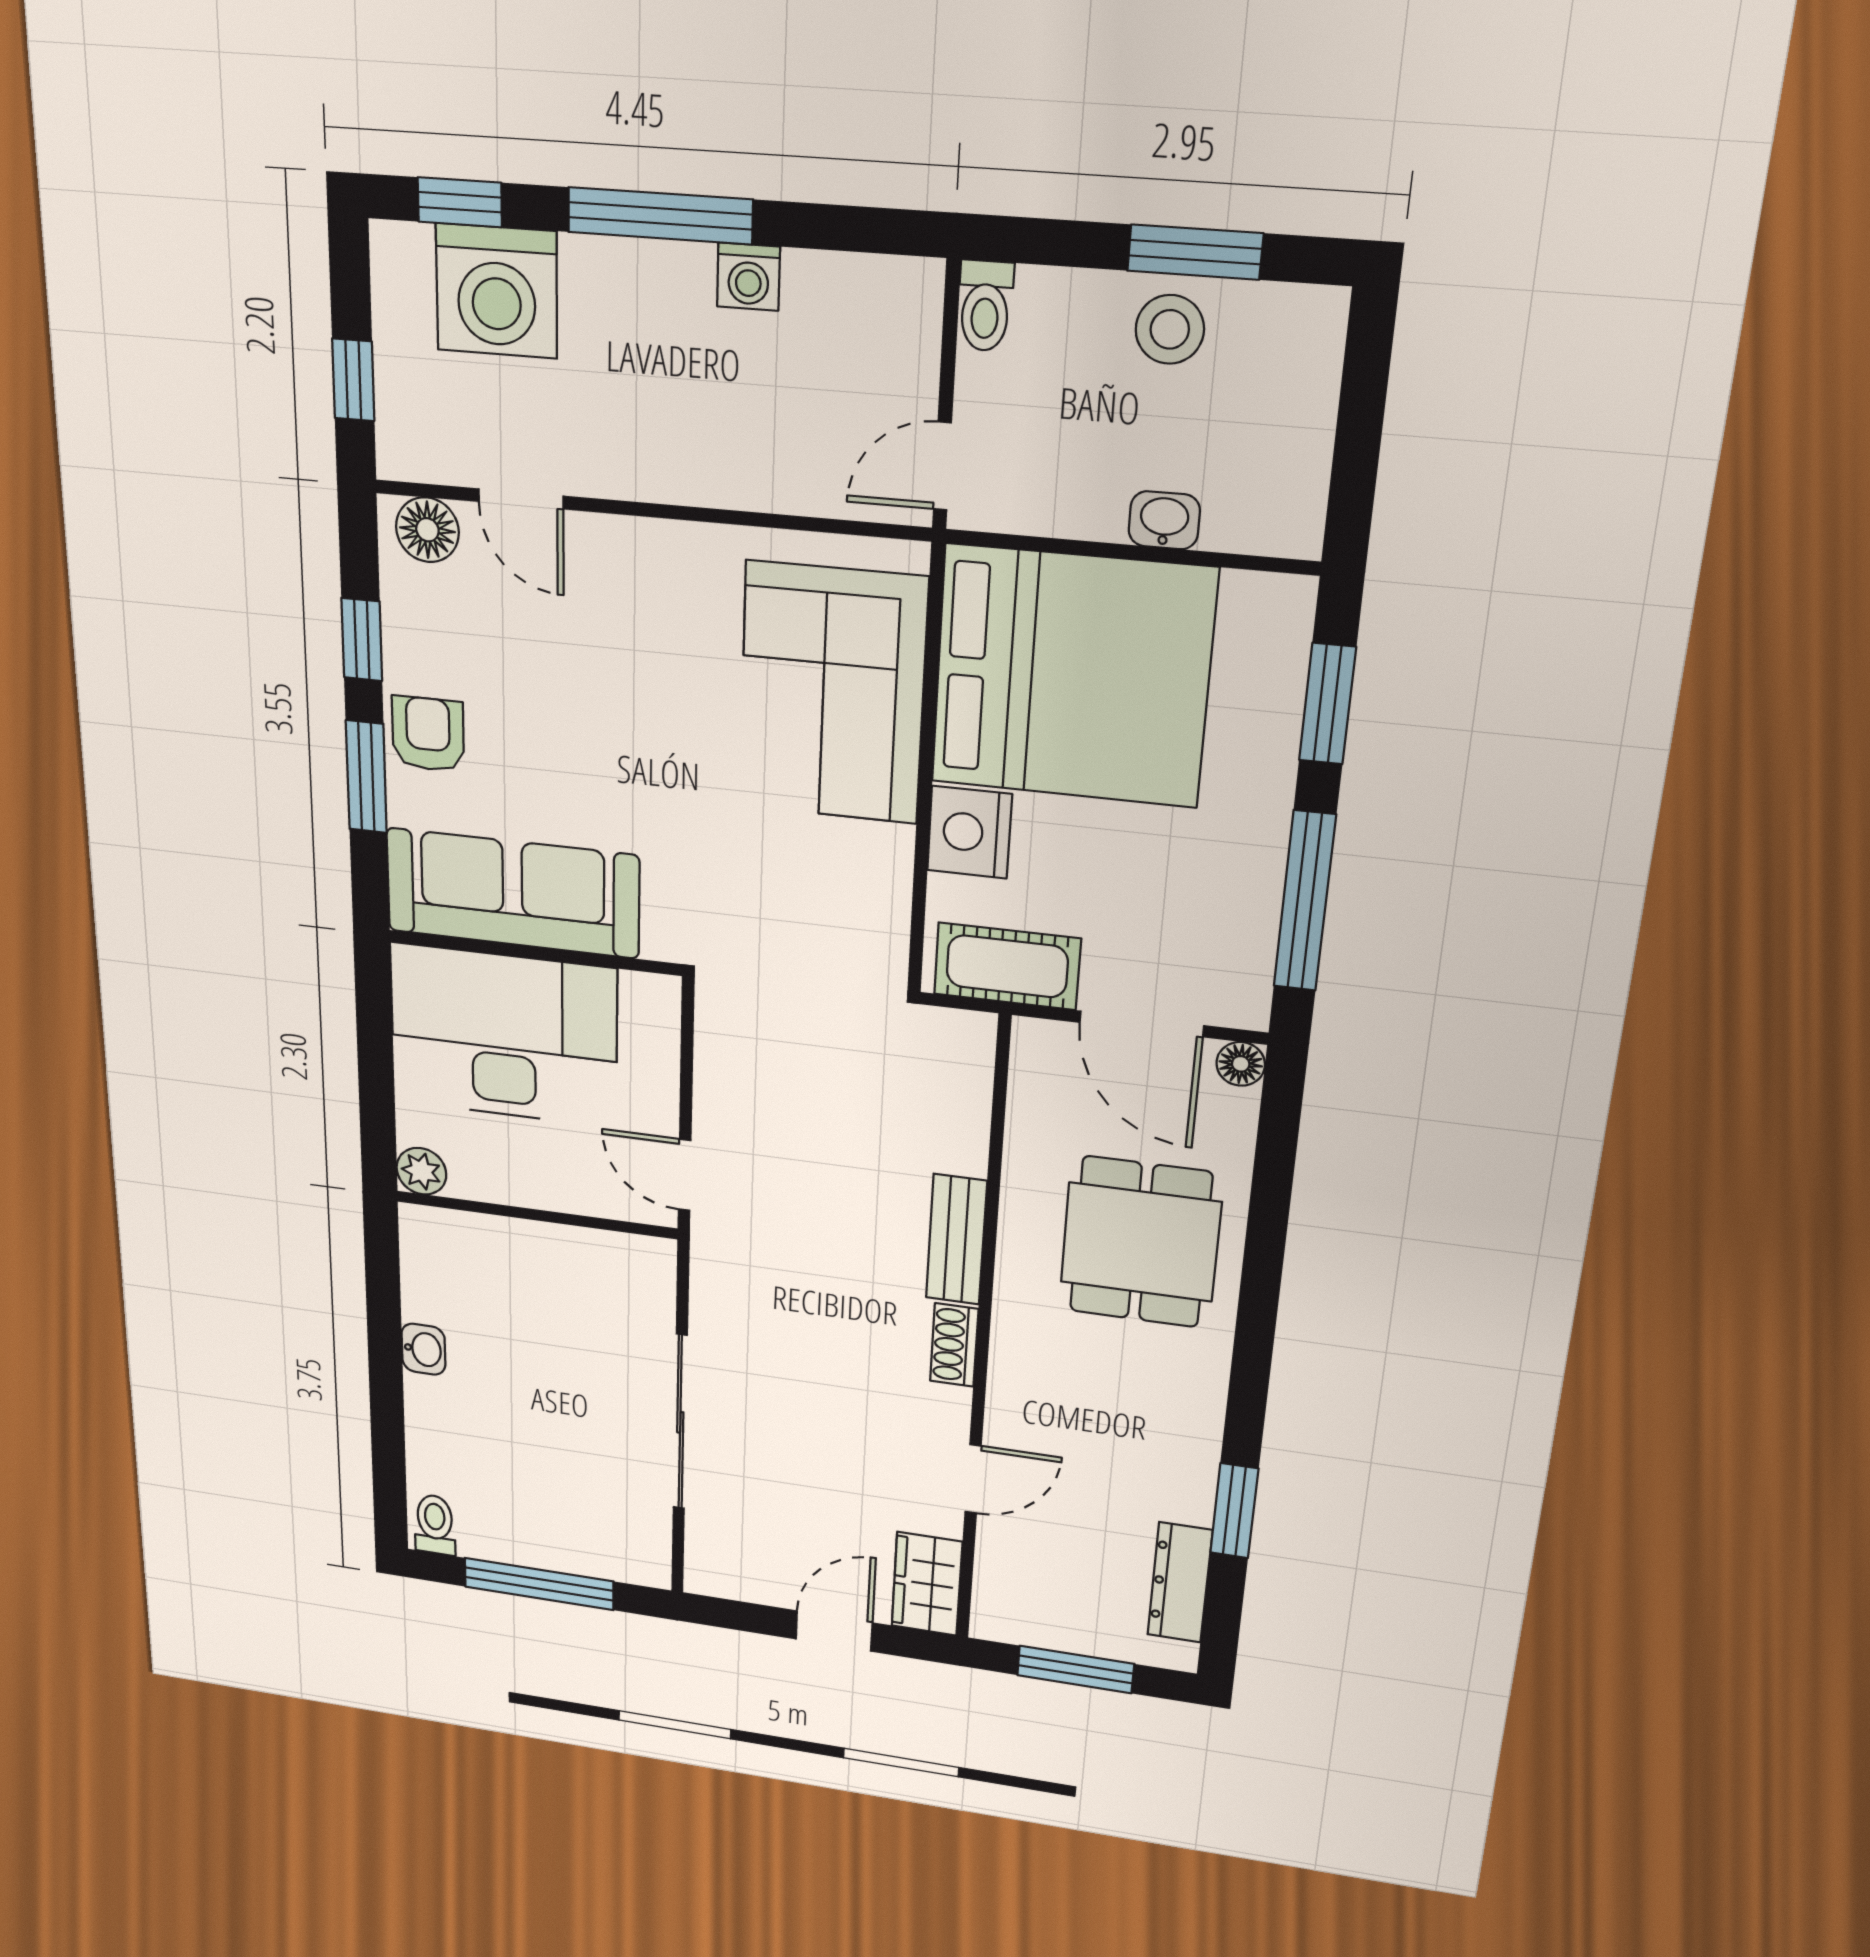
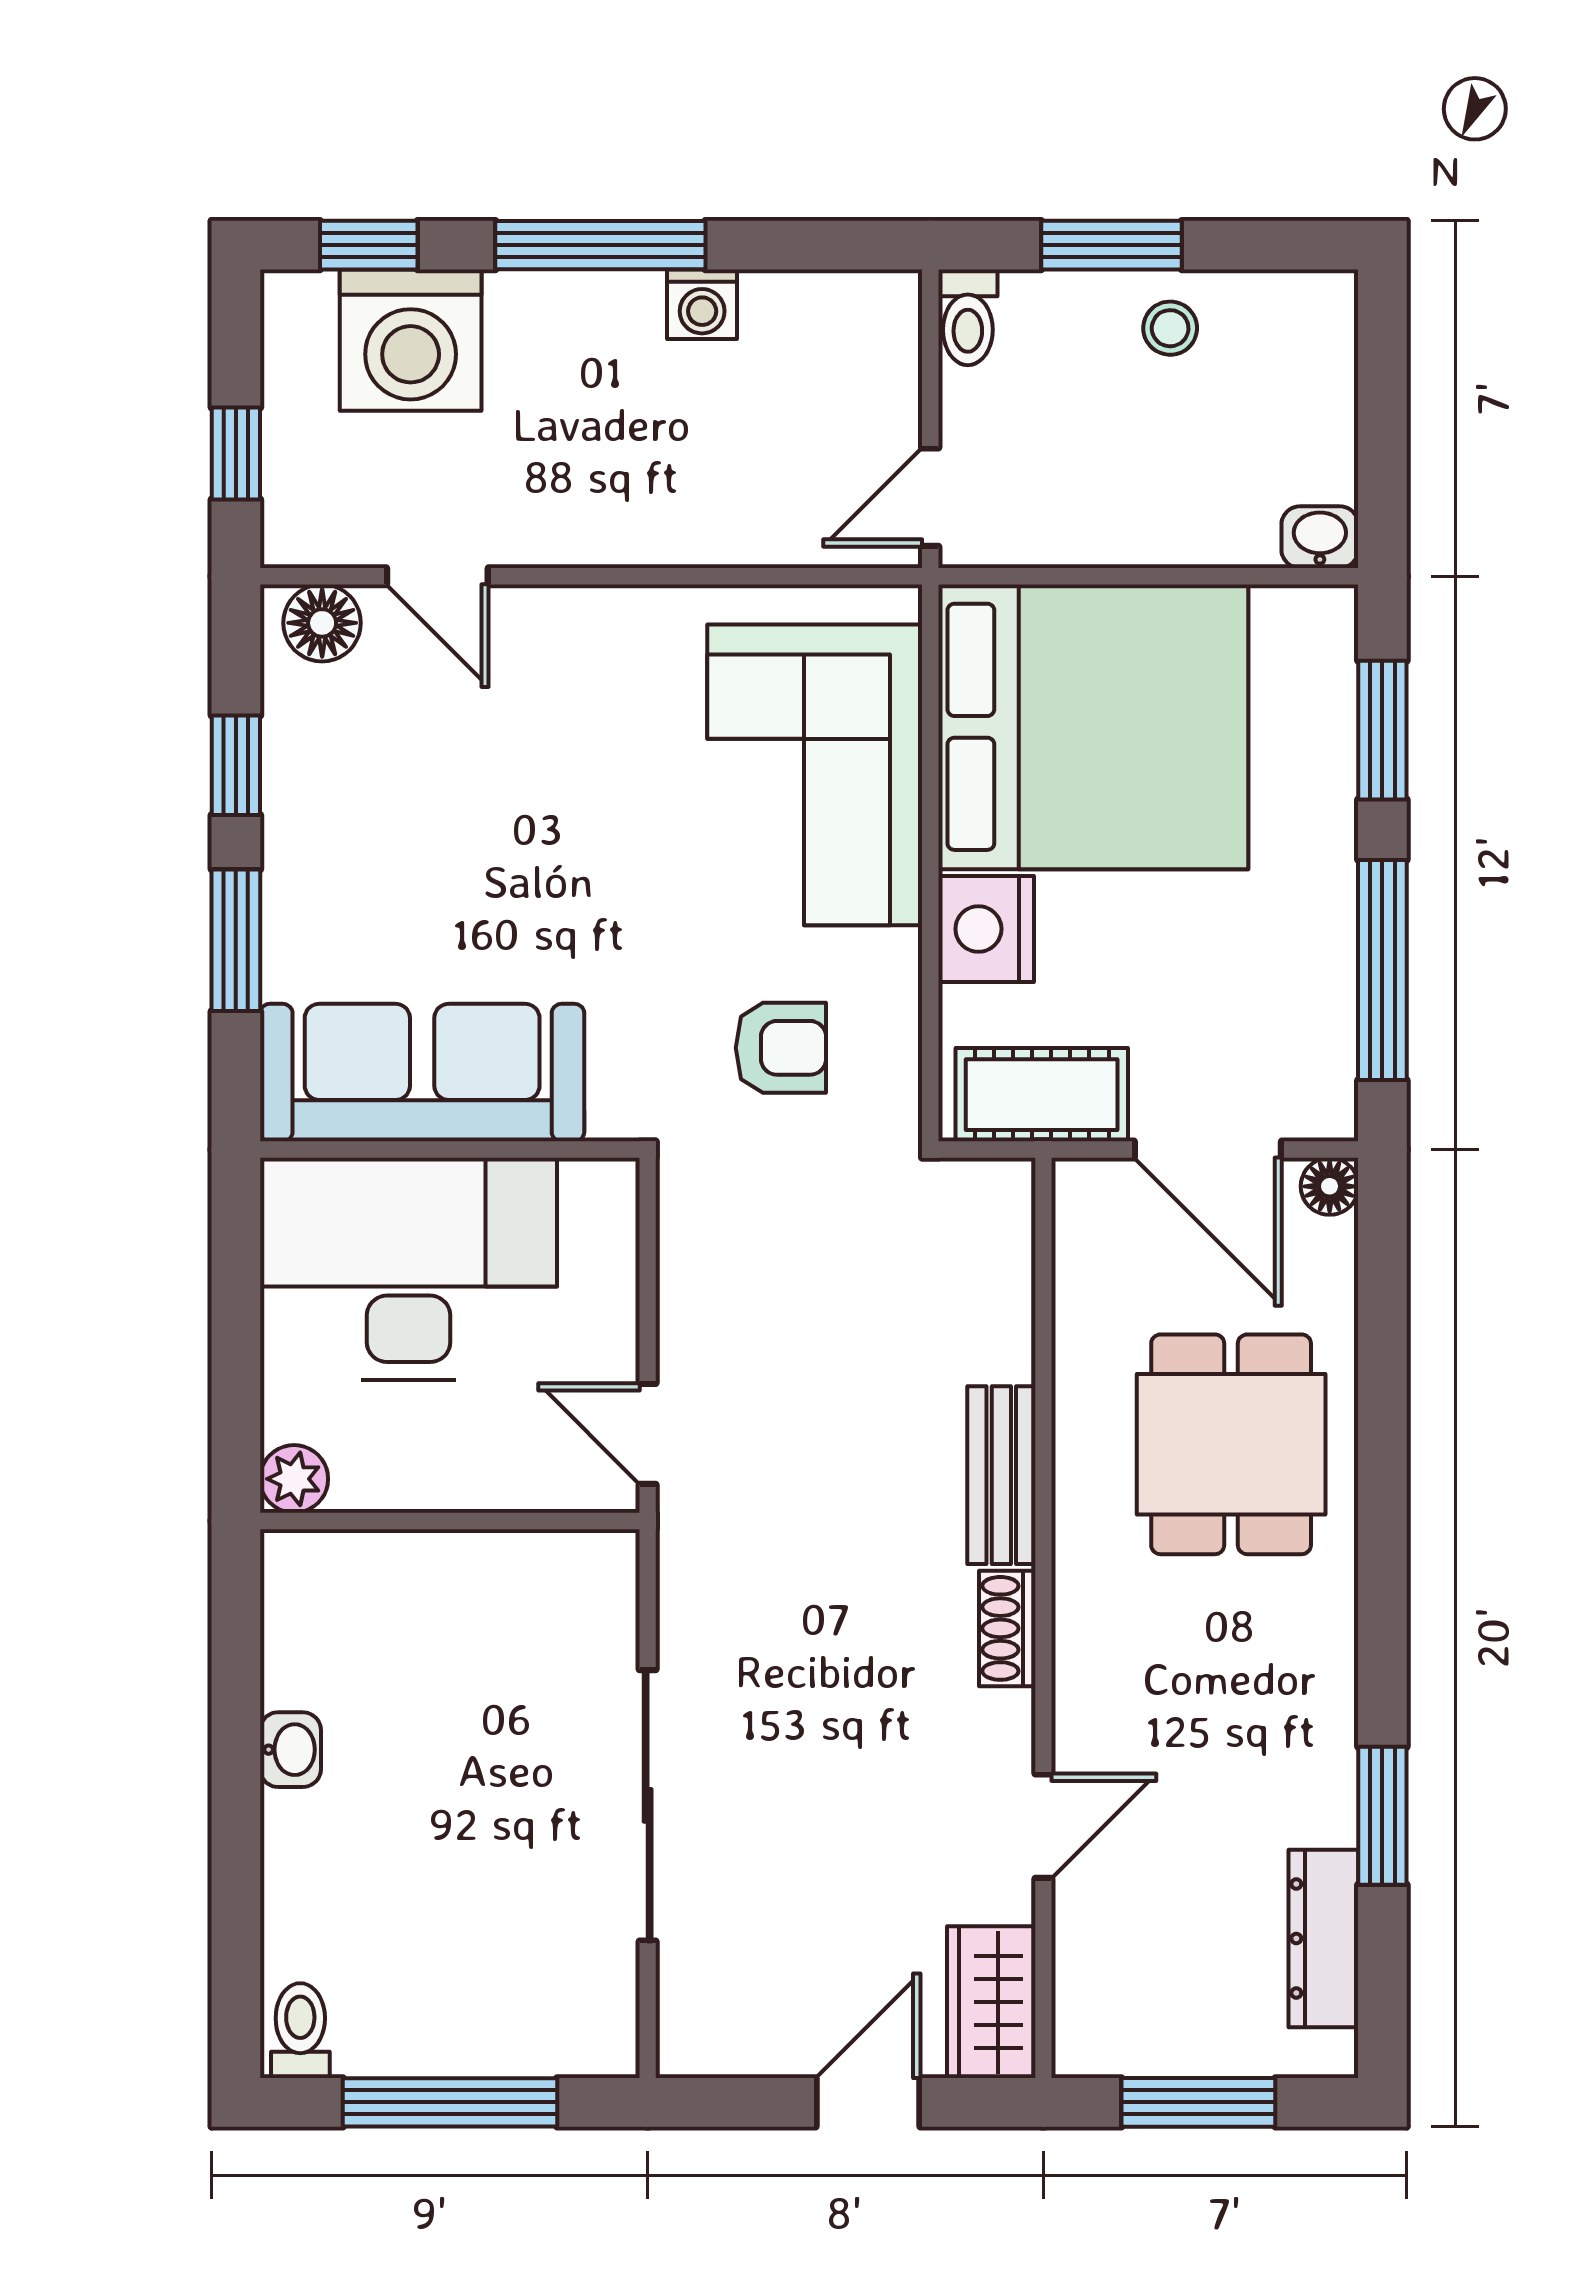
window: (1195, 252) -> (1112, 245), moved
stool: (1170, 329) -> (1170, 328), width x0.73, depth x0.73
washbasin: (1164, 520) -> (1320, 537), moved
armchair: (428, 734) -> (781, 1048), moved, turned 90

